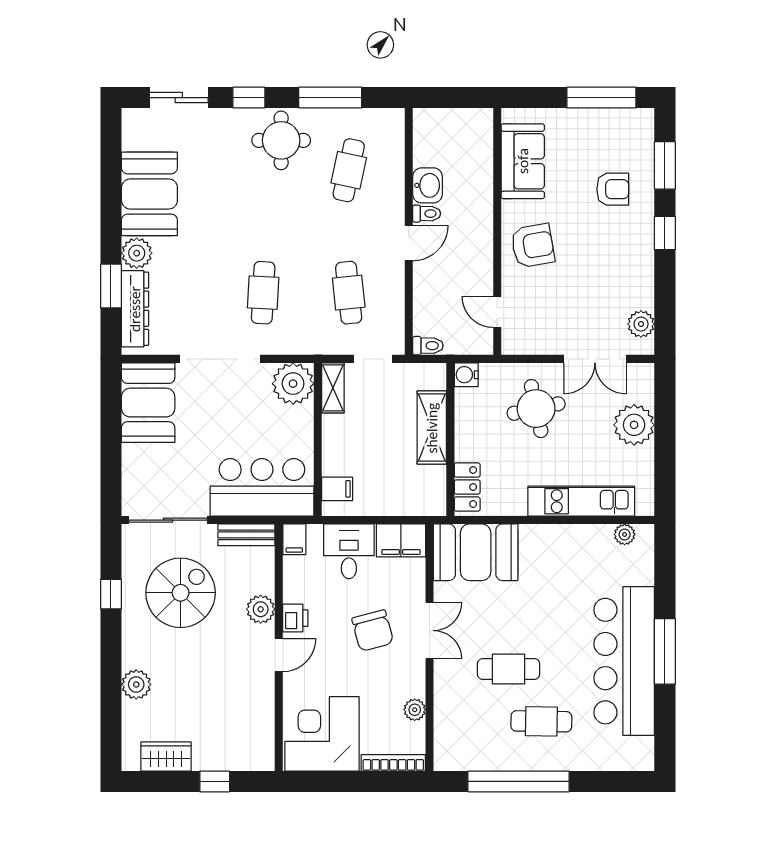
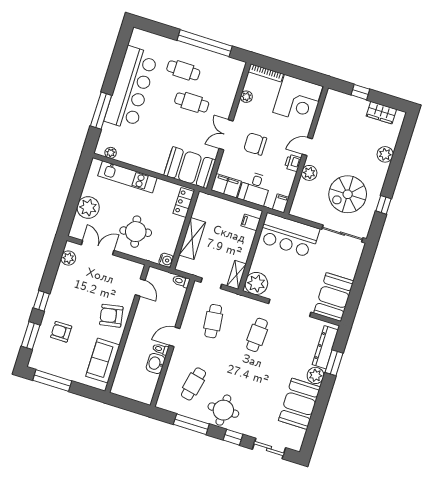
bench: (246, 535) -> (305, 213), removed
chair: (373, 631) -> (255, 144), turned -75
window: (665, 651) -> (101, 111), moved

